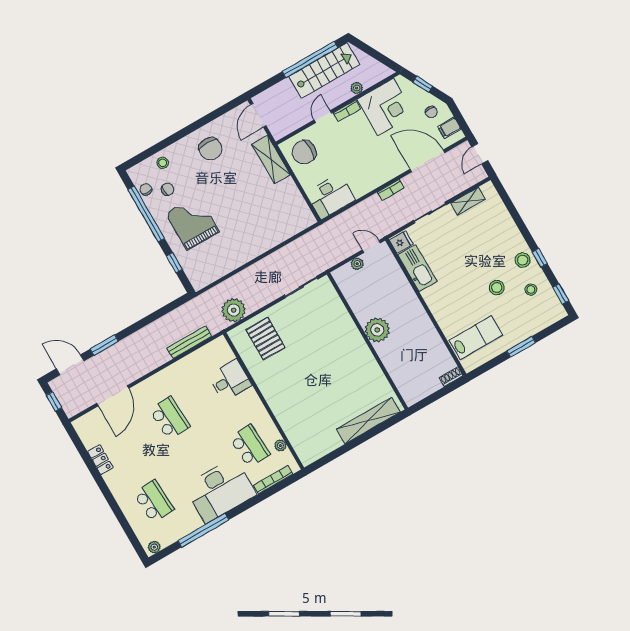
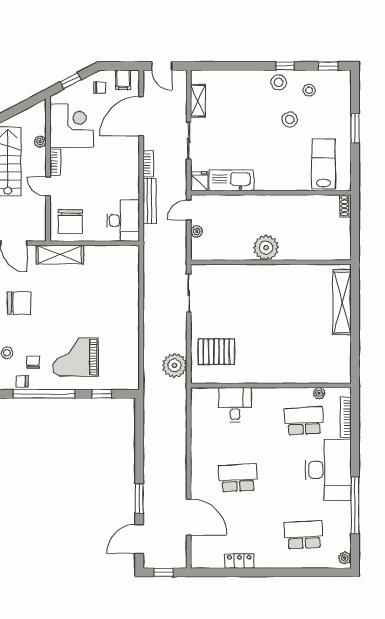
bench: (189, 342) -> (150, 201), moved

